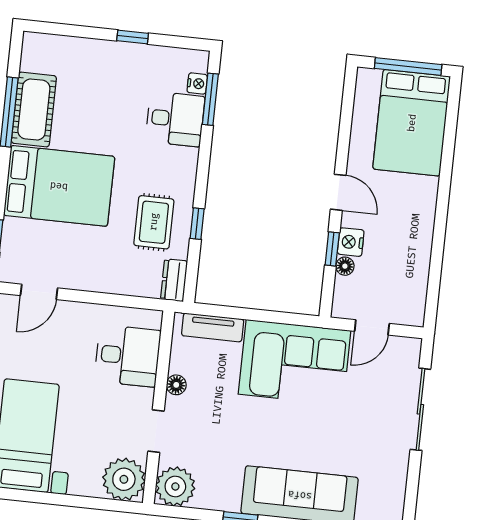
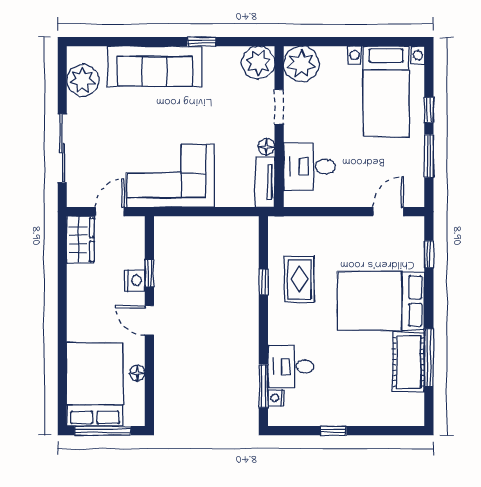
floor lamp: (345, 266) -> (137, 373), moved
dresser: (174, 280) -> (278, 233), removed
wardrobe: (410, 298) -> (80, 240), added
tv unit: (213, 327) -> (265, 182), moved, turned -90
plant: (387, 488) -> (83, 80), added

